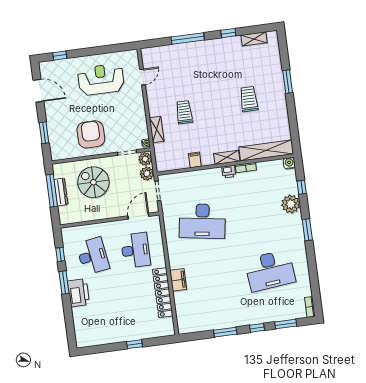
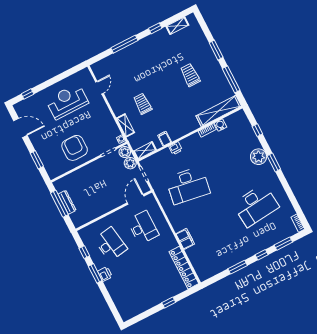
window: (293, 120) -> (231, 79), added
shelving: (227, 157) -> (145, 150), moved
water cooler: (289, 163) -> (220, 125), moved
printer: (229, 172) -> (176, 148), moved
spiral stairs: (93, 182) -> (90, 185), removed
plant: (291, 204) -> (259, 157), moved
printer: (79, 293) -> (105, 274), width x0.53, depth x0.68
locker: (163, 293) -> (184, 268), moved

